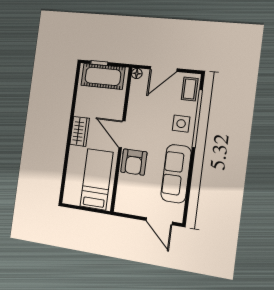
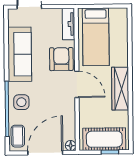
door: (163, 69) -> (45, 153), width x1.36
wardrobe: (80, 131) -> (120, 89), width x1.50
tv unit: (122, 197) -> (68, 24), added

